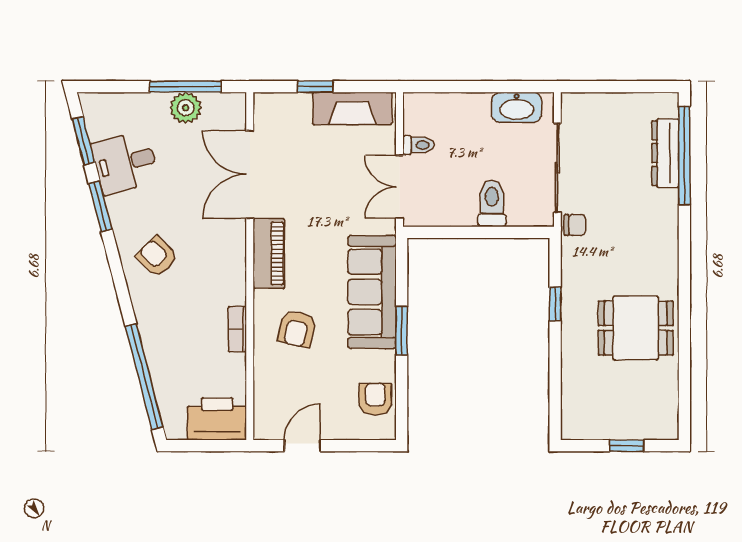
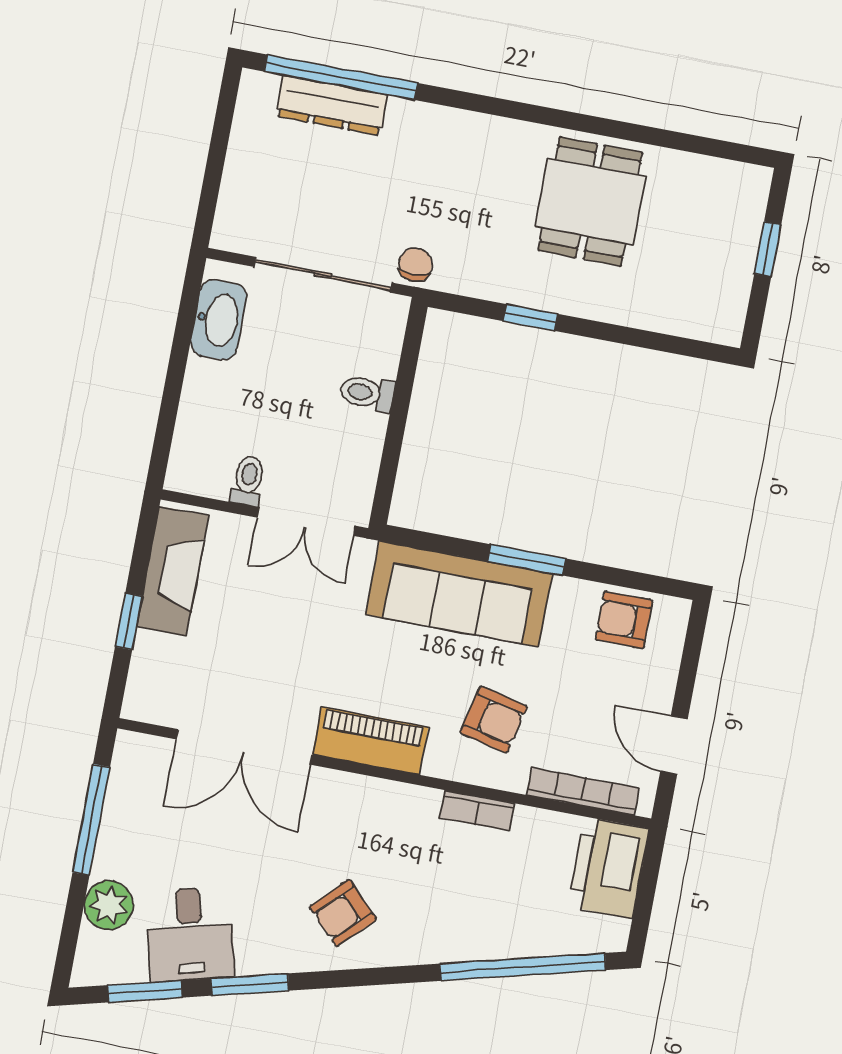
plant: (186, 108) -> (109, 905), moved
toilet: (492, 203) -> (367, 393), width x0.73, depth x0.72
bookcase: (262, 394) -> (583, 791), added

